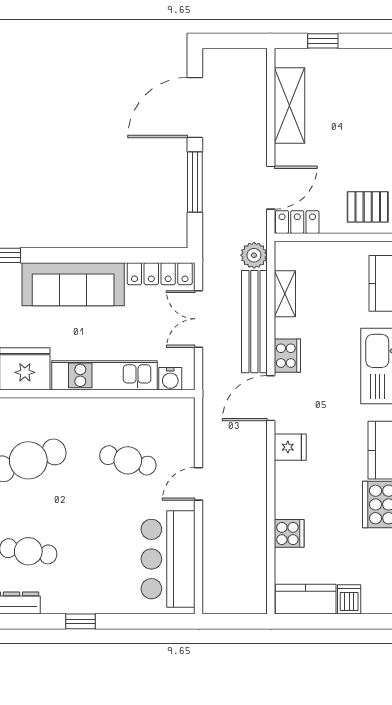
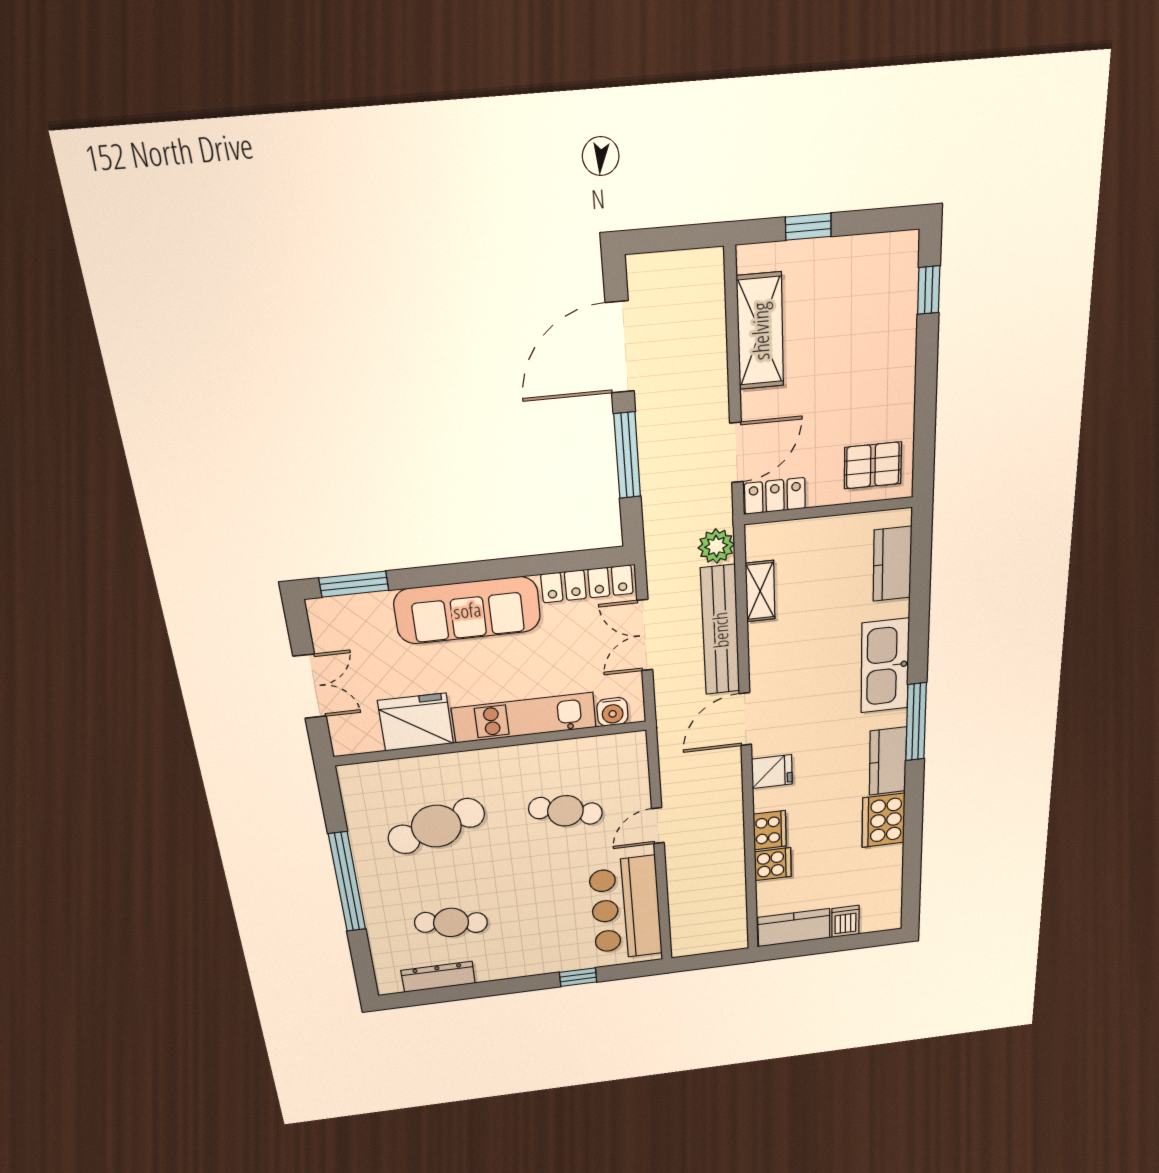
cooker: (287, 356) -> (770, 830), moved
window: (81, 621) -> (578, 977), moved

